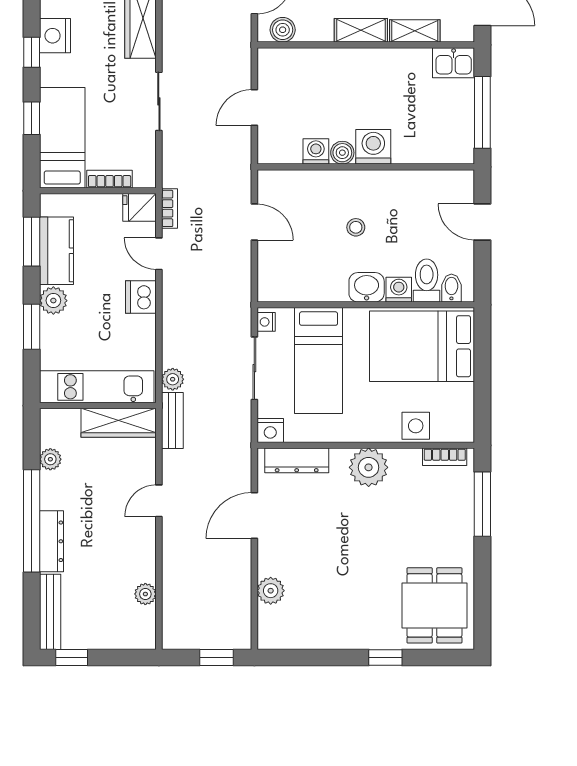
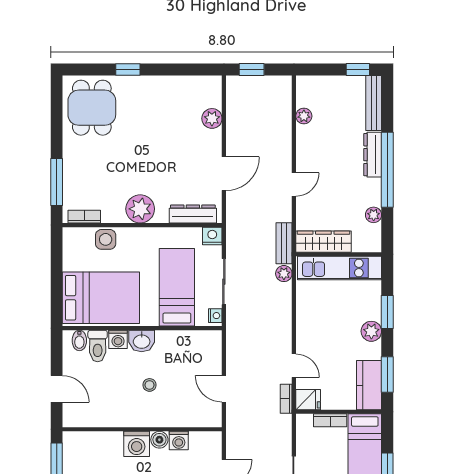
kitchen counter: (56, 251) -> (369, 385), moved
dishwasher: (141, 297) -> (307, 334), removed

